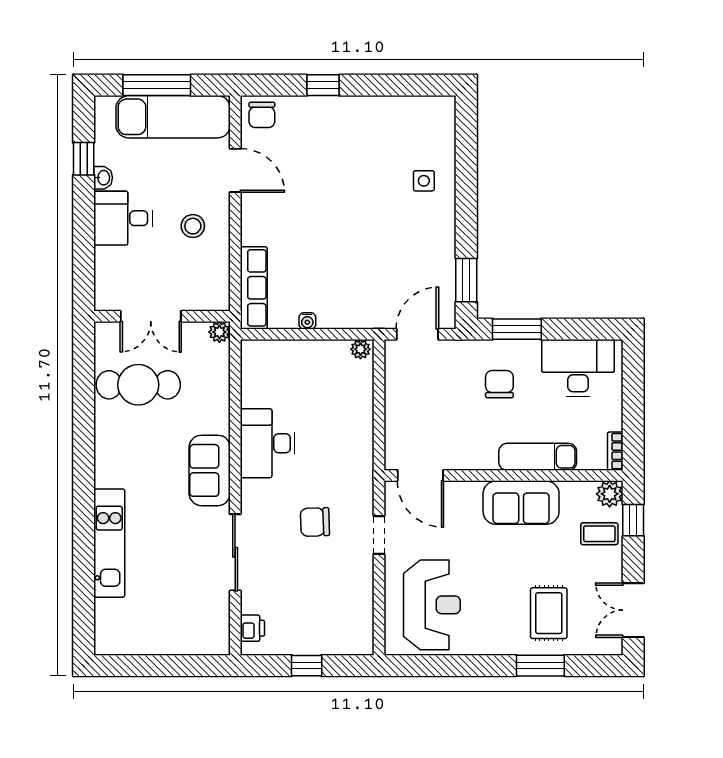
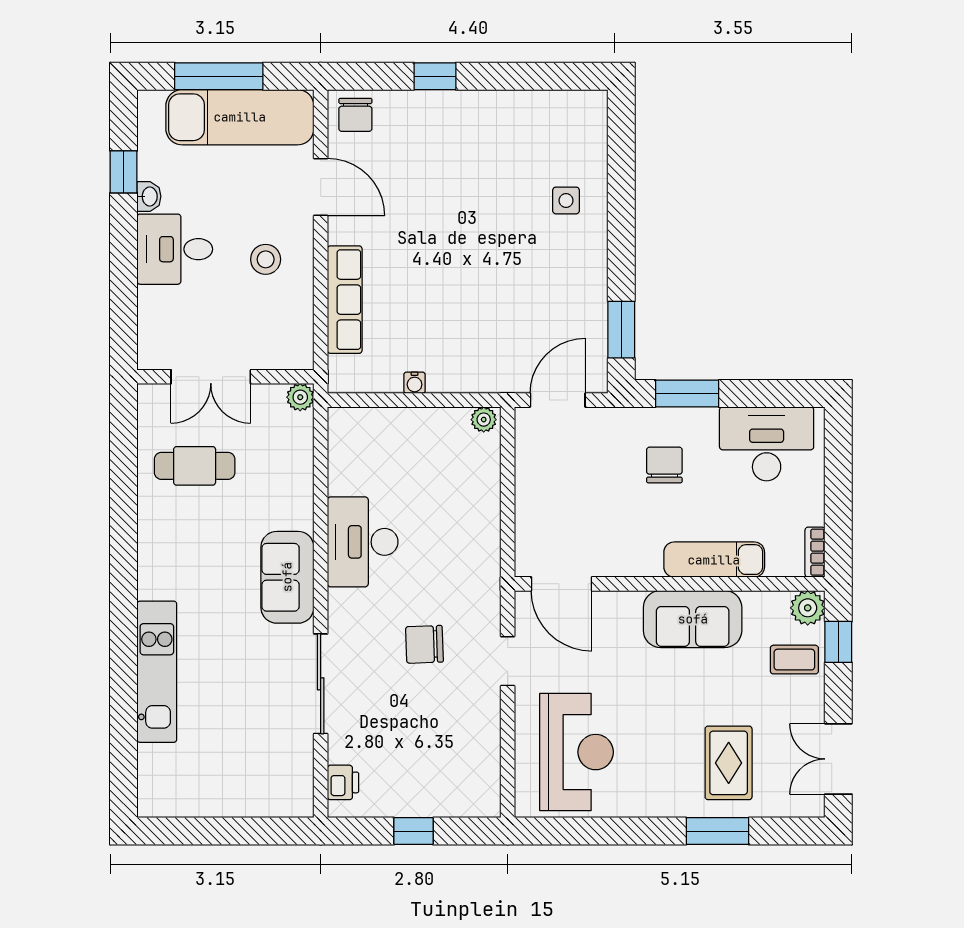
row of seats: (254, 288) -> (345, 300), moved
cafe table: (138, 385) -> (195, 466), width x0.73, depth x0.74

